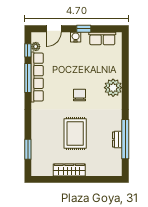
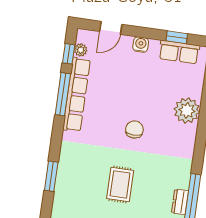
window: (84, 29) -> (177, 37), moved
plant: (113, 88) -> (187, 110), moved
rug: (75, 134) -> (120, 184), width x0.73, depth x0.70
window: (28, 149) -> (51, 176), moved

